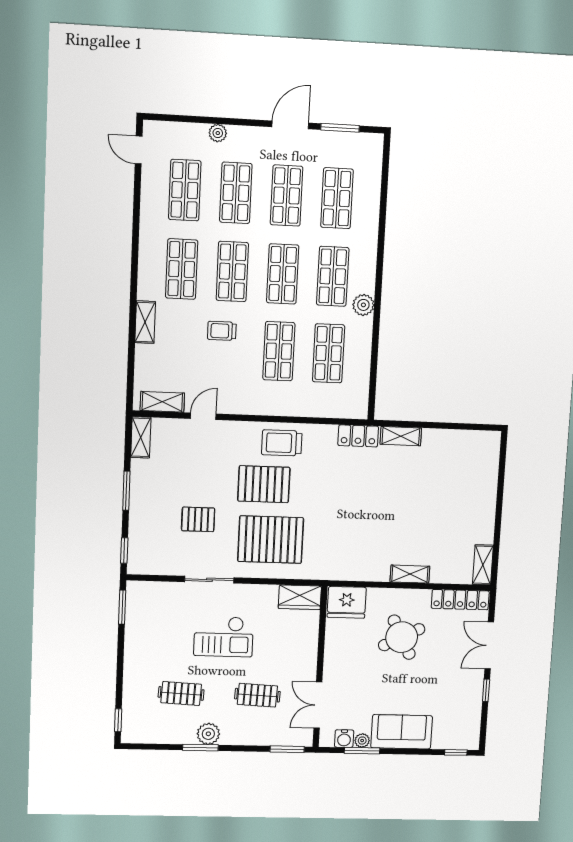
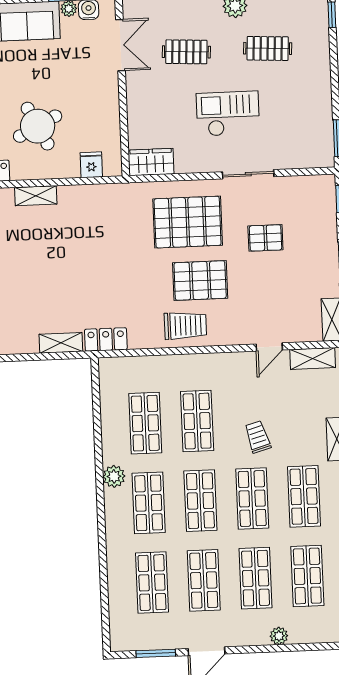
trolley: (222, 331) -> (258, 437), turned -106
fridge: (347, 602) -> (91, 165), width x0.53, depth x0.75

